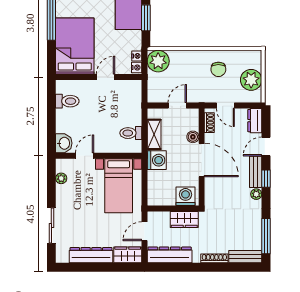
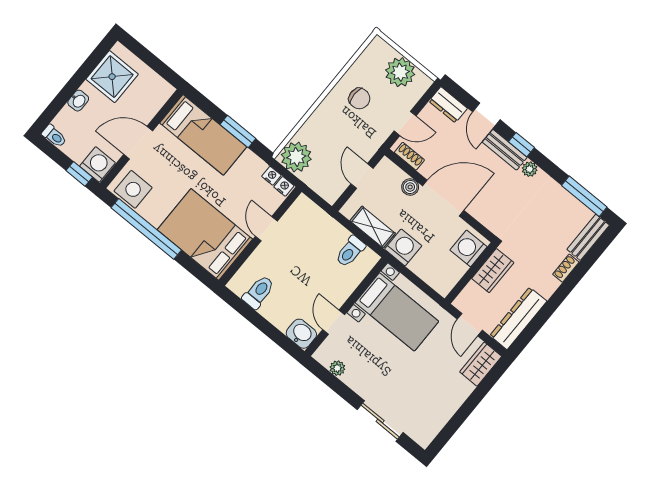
dresser: (91, 255) -> (448, 404), removed
shoe rack: (214, 258) -> (566, 268), width x0.70

